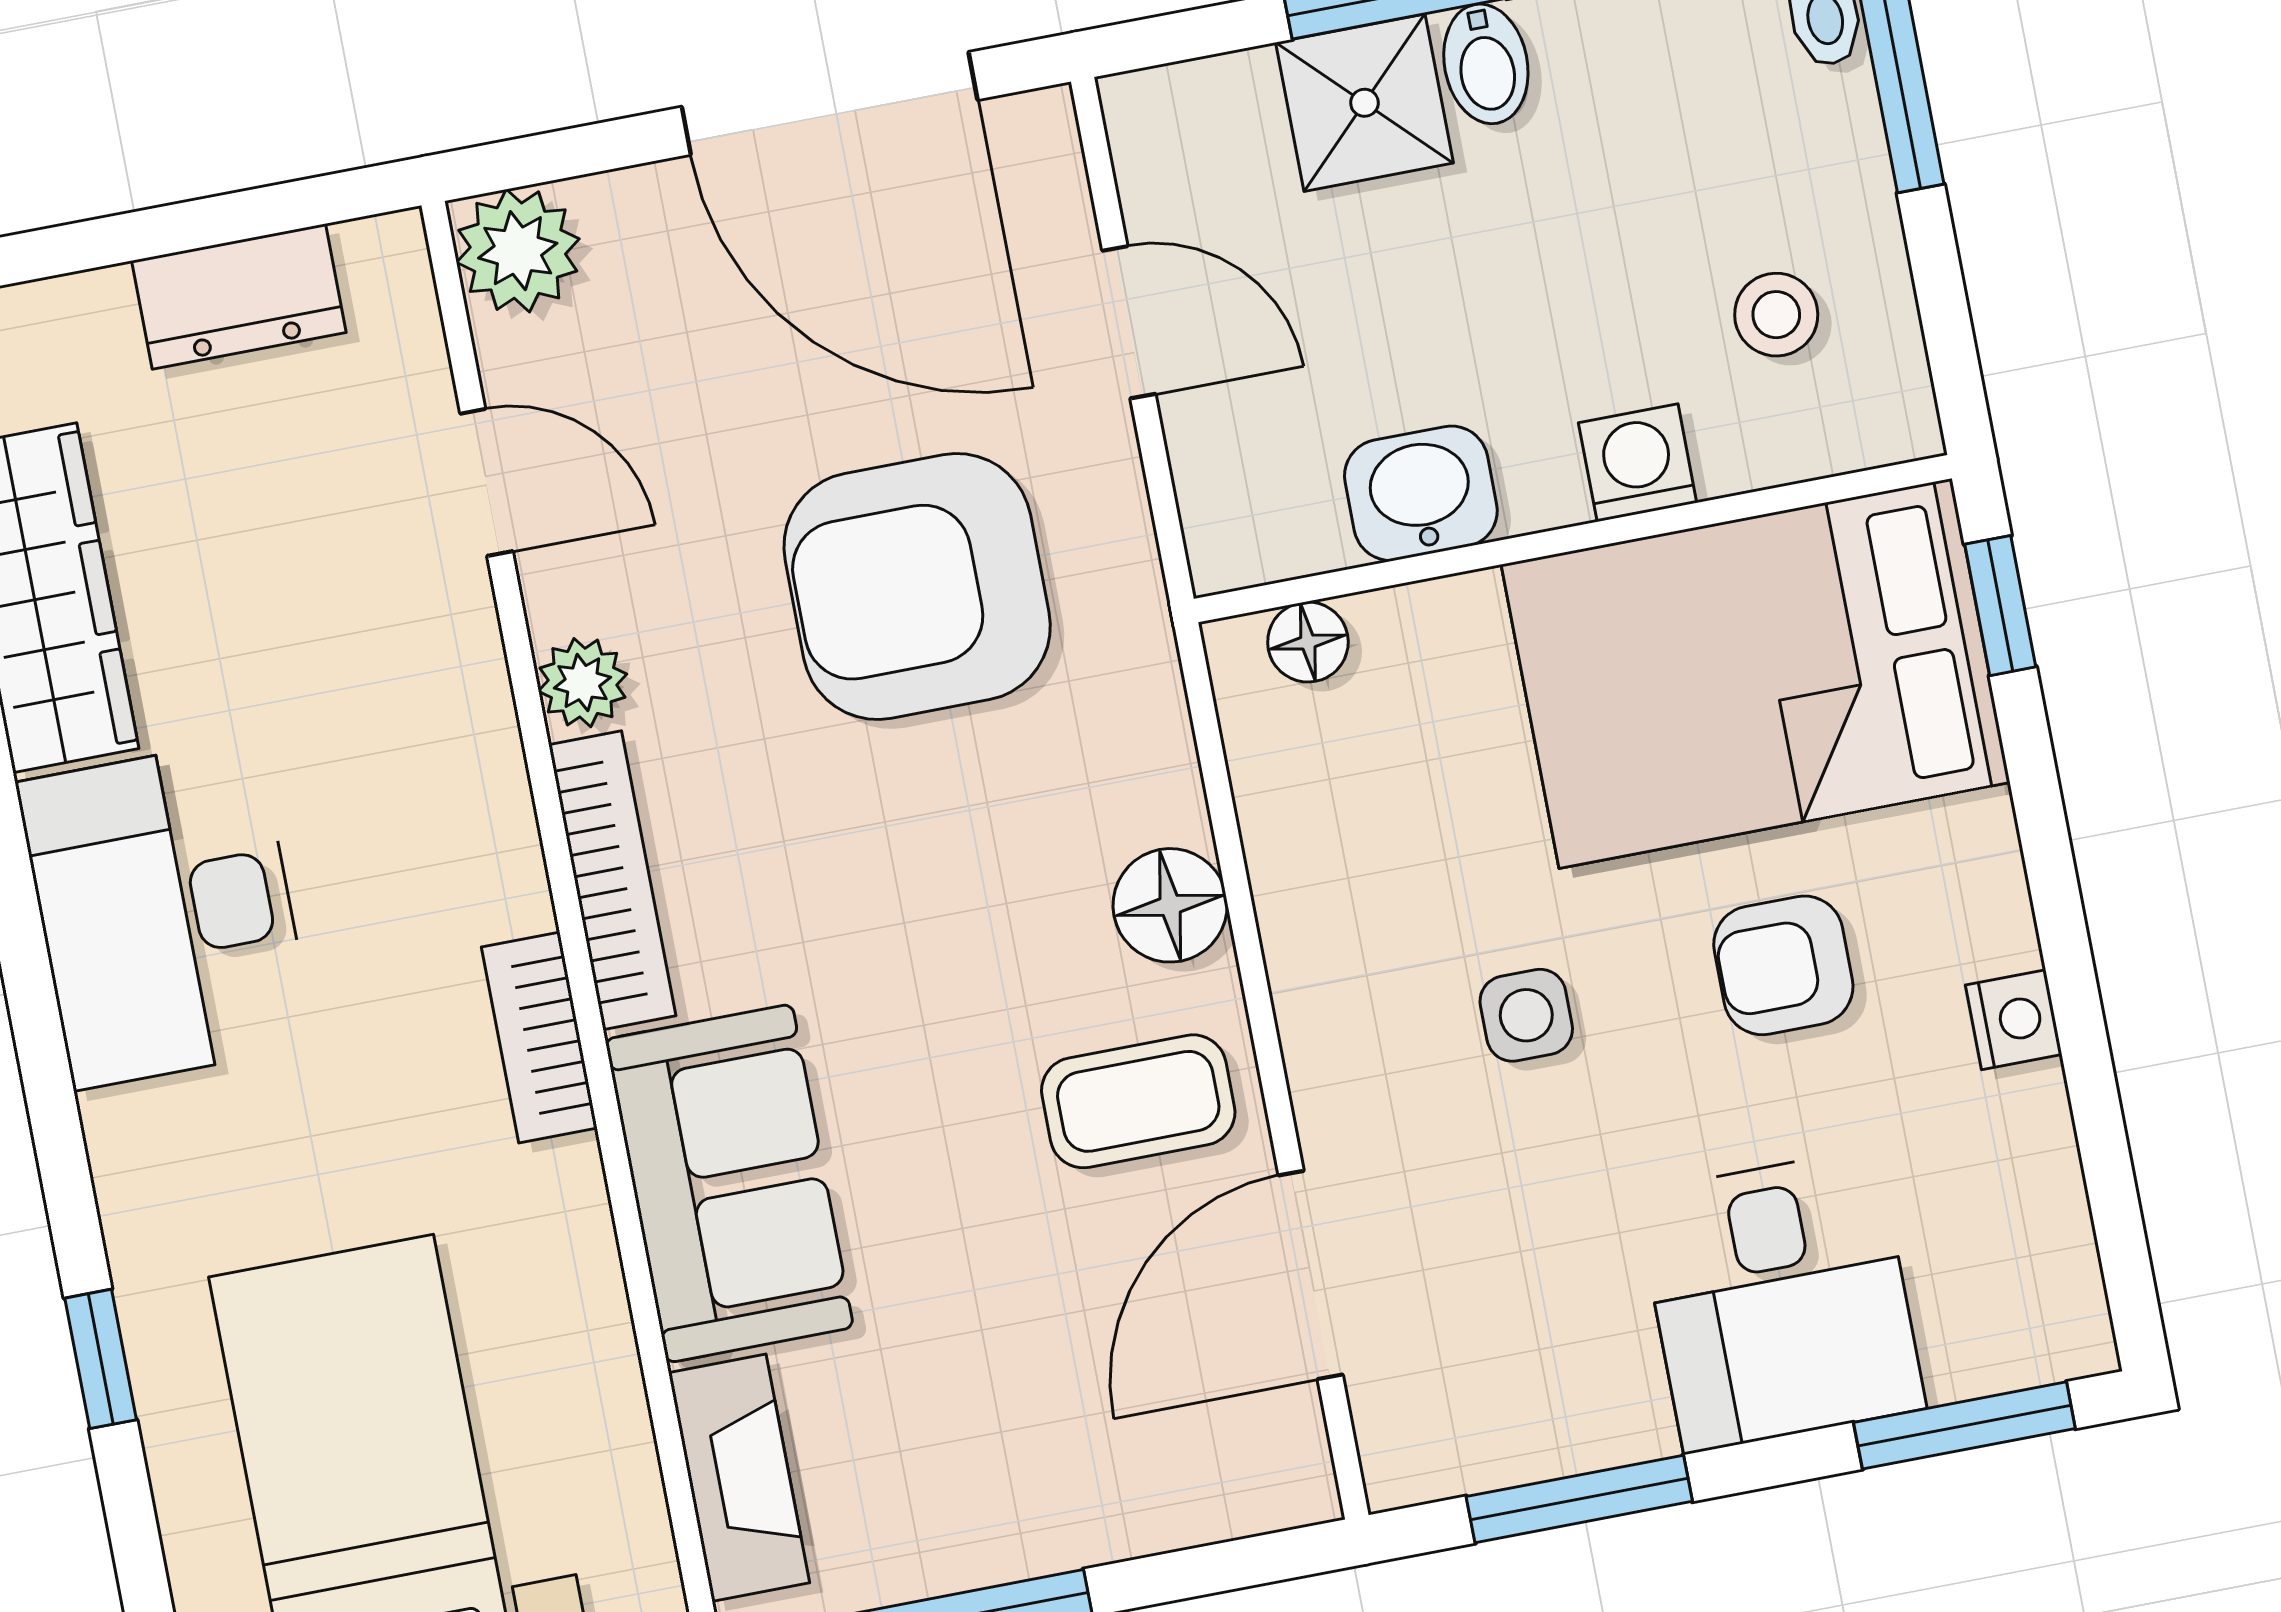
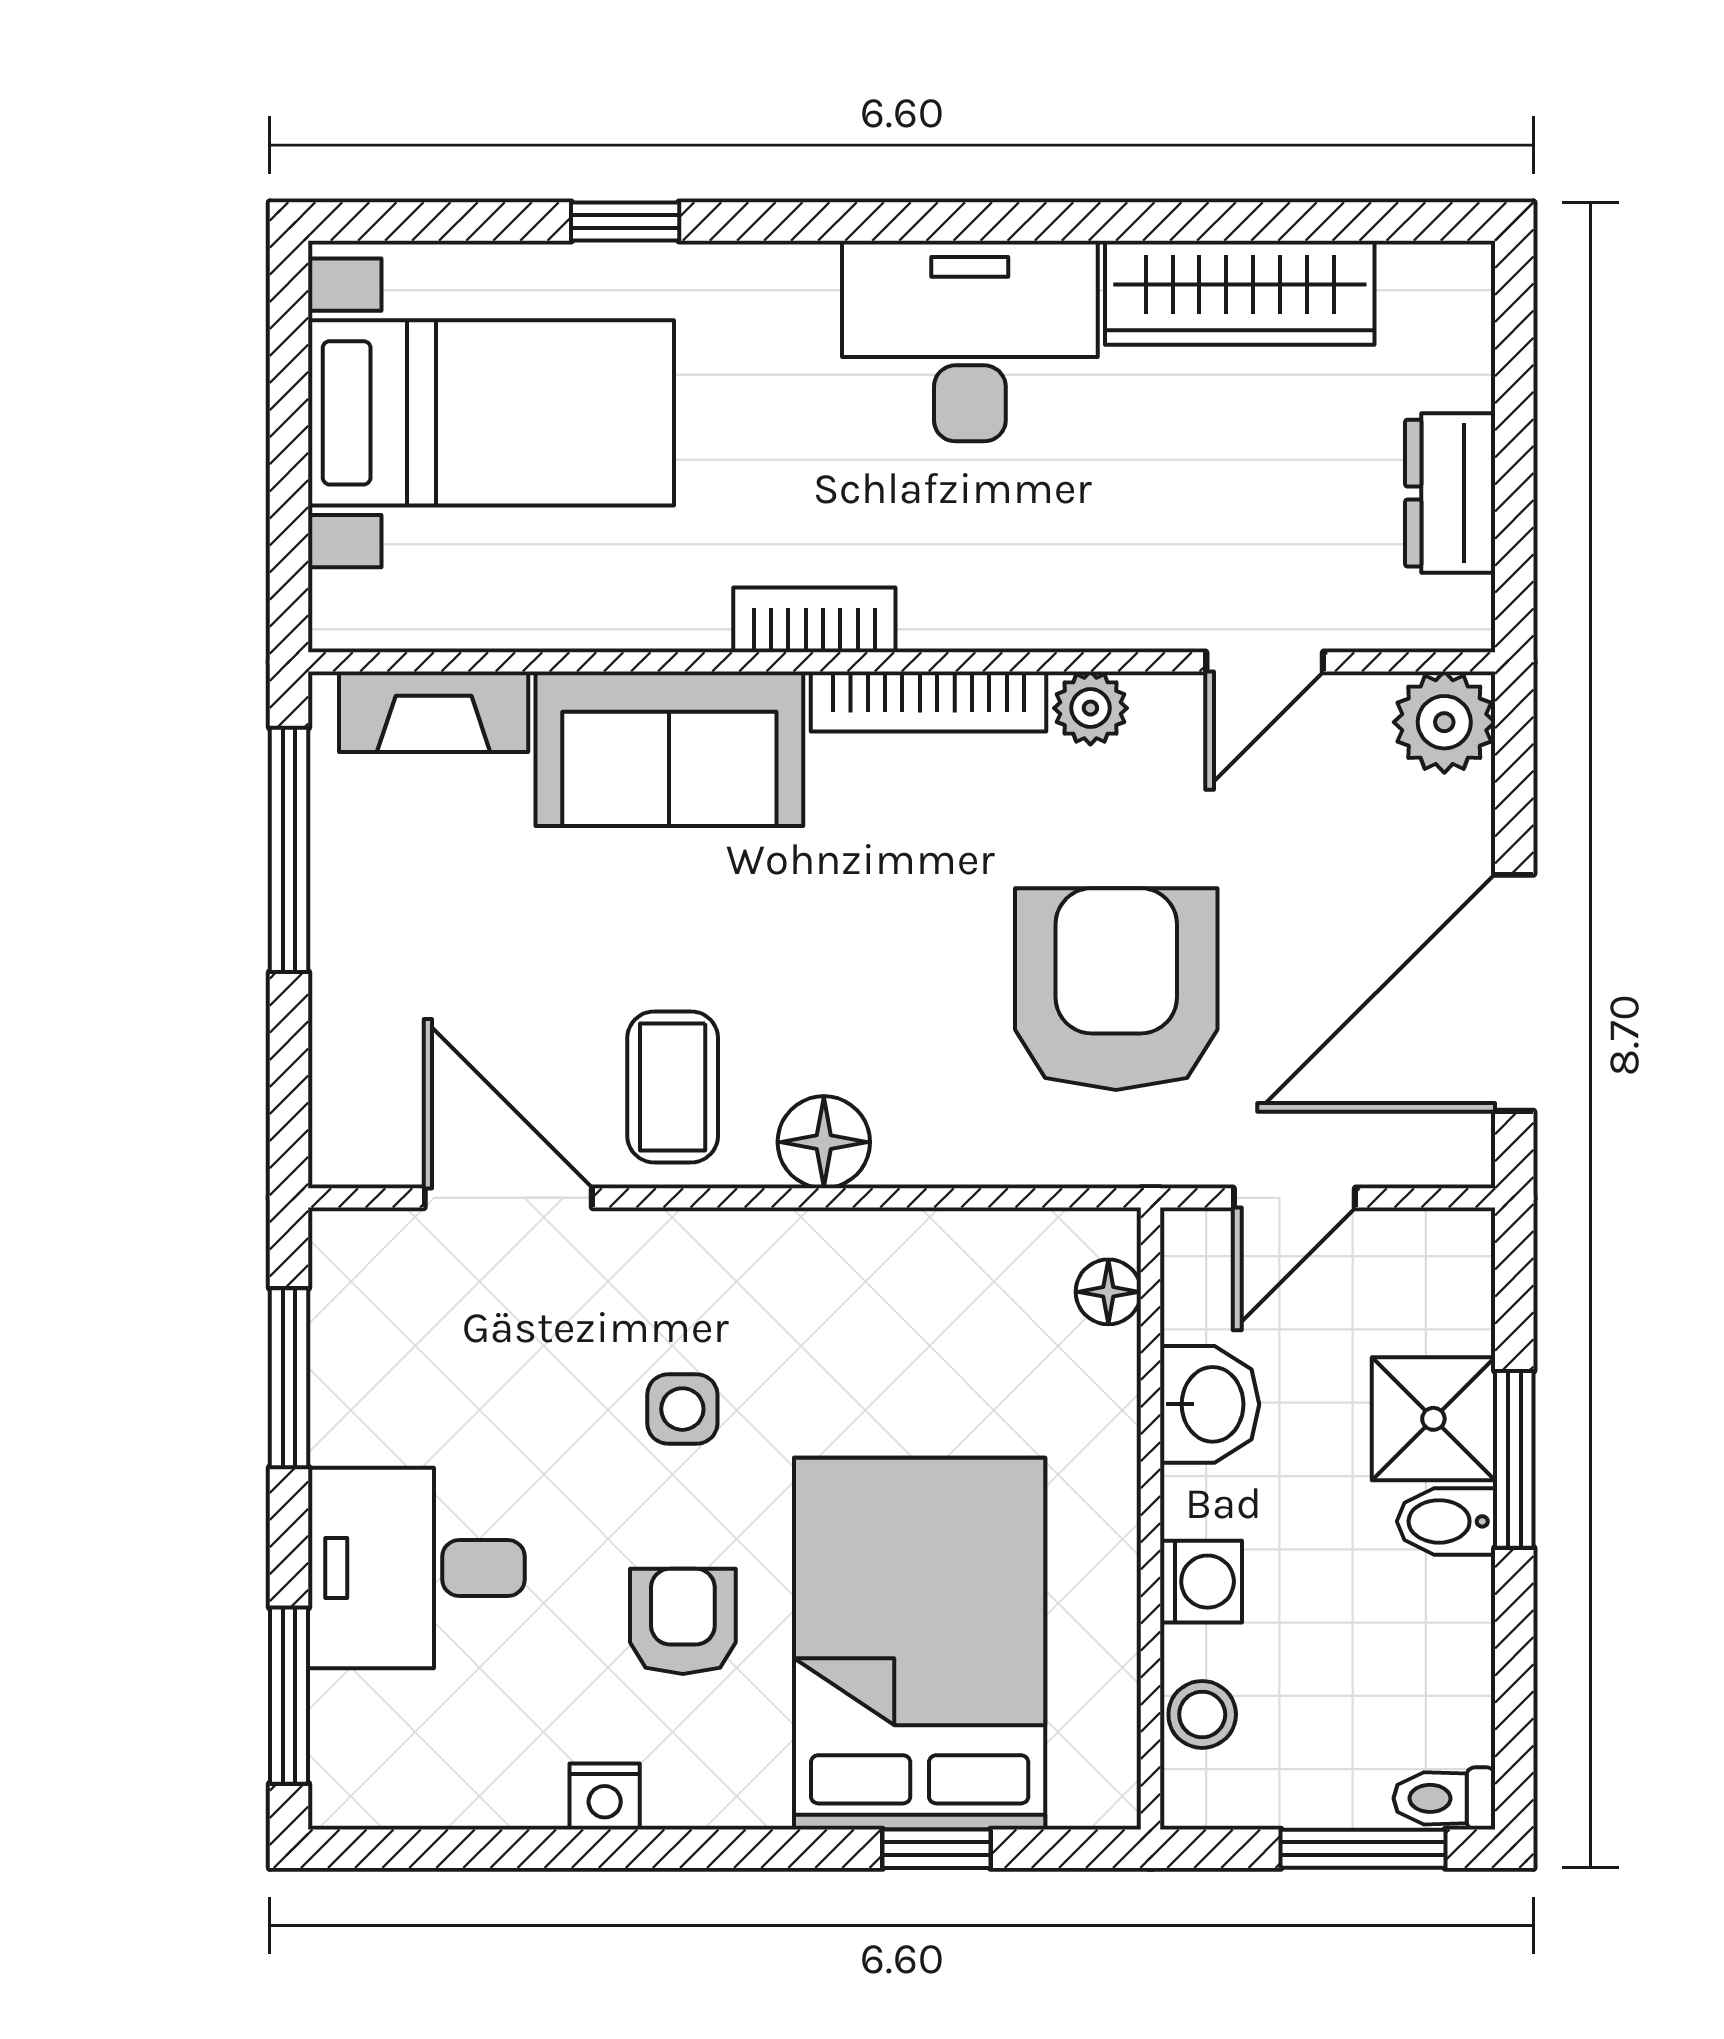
washing machine: (1638, 463) -> (1201, 1582), moved
washbasin: (1421, 493) -> (1210, 1404), moved
wall: (1573, 539) -> (1150, 1518), moved
floor lamp: (1308, 642) -> (1108, 1292), moved

